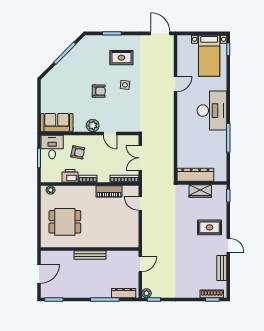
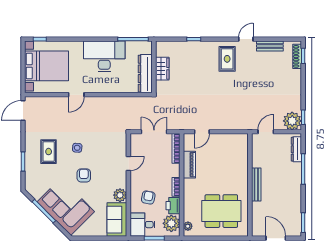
bed with nightstands: (209, 56) -> (47, 66), width x1.36
corner sofa: (69, 74) -> (66, 207), added
door: (175, 84) -> (76, 95), swing flipped
plant: (93, 126) -> (120, 195), moved
double door: (140, 158) -> (154, 132), swing flipped
plant: (53, 174) -> (171, 223), added
dresser: (195, 175) -> (145, 74), moved
wall: (202, 183) -> (154, 67), moved
wardrobe: (200, 191) -> (162, 69), moved
dining table: (65, 222) -> (221, 211), width x1.38
door: (140, 264) -> (266, 132), hinge flipped
plant: (146, 293) -> (292, 121), width x1.88, depth x1.88

